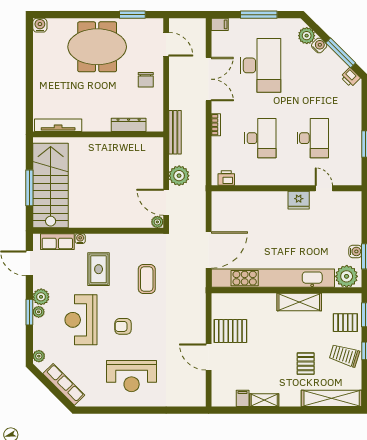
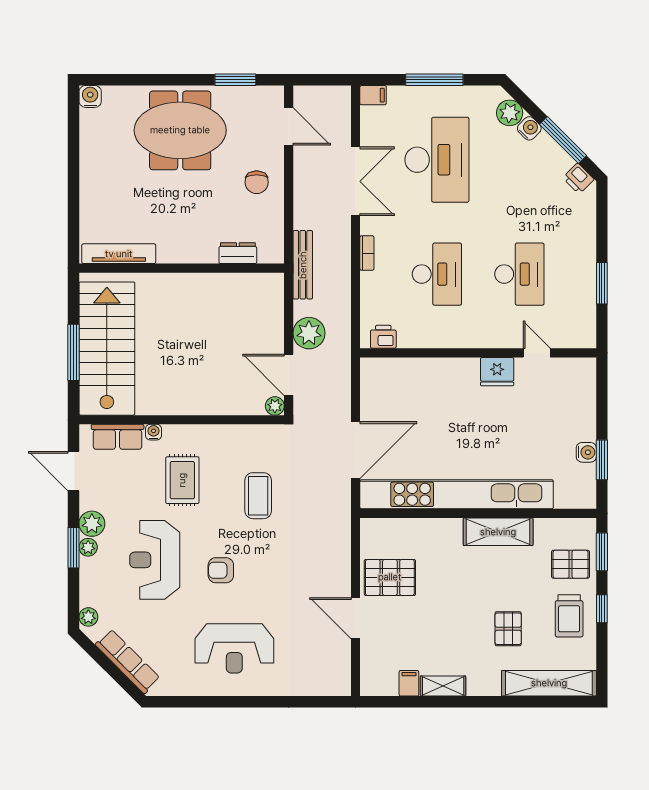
dresser: (129, 125) -> (238, 253), width x0.70
plant: (347, 276) -> (572, 491), removed
trolley: (344, 355) -> (569, 616), turned -107

